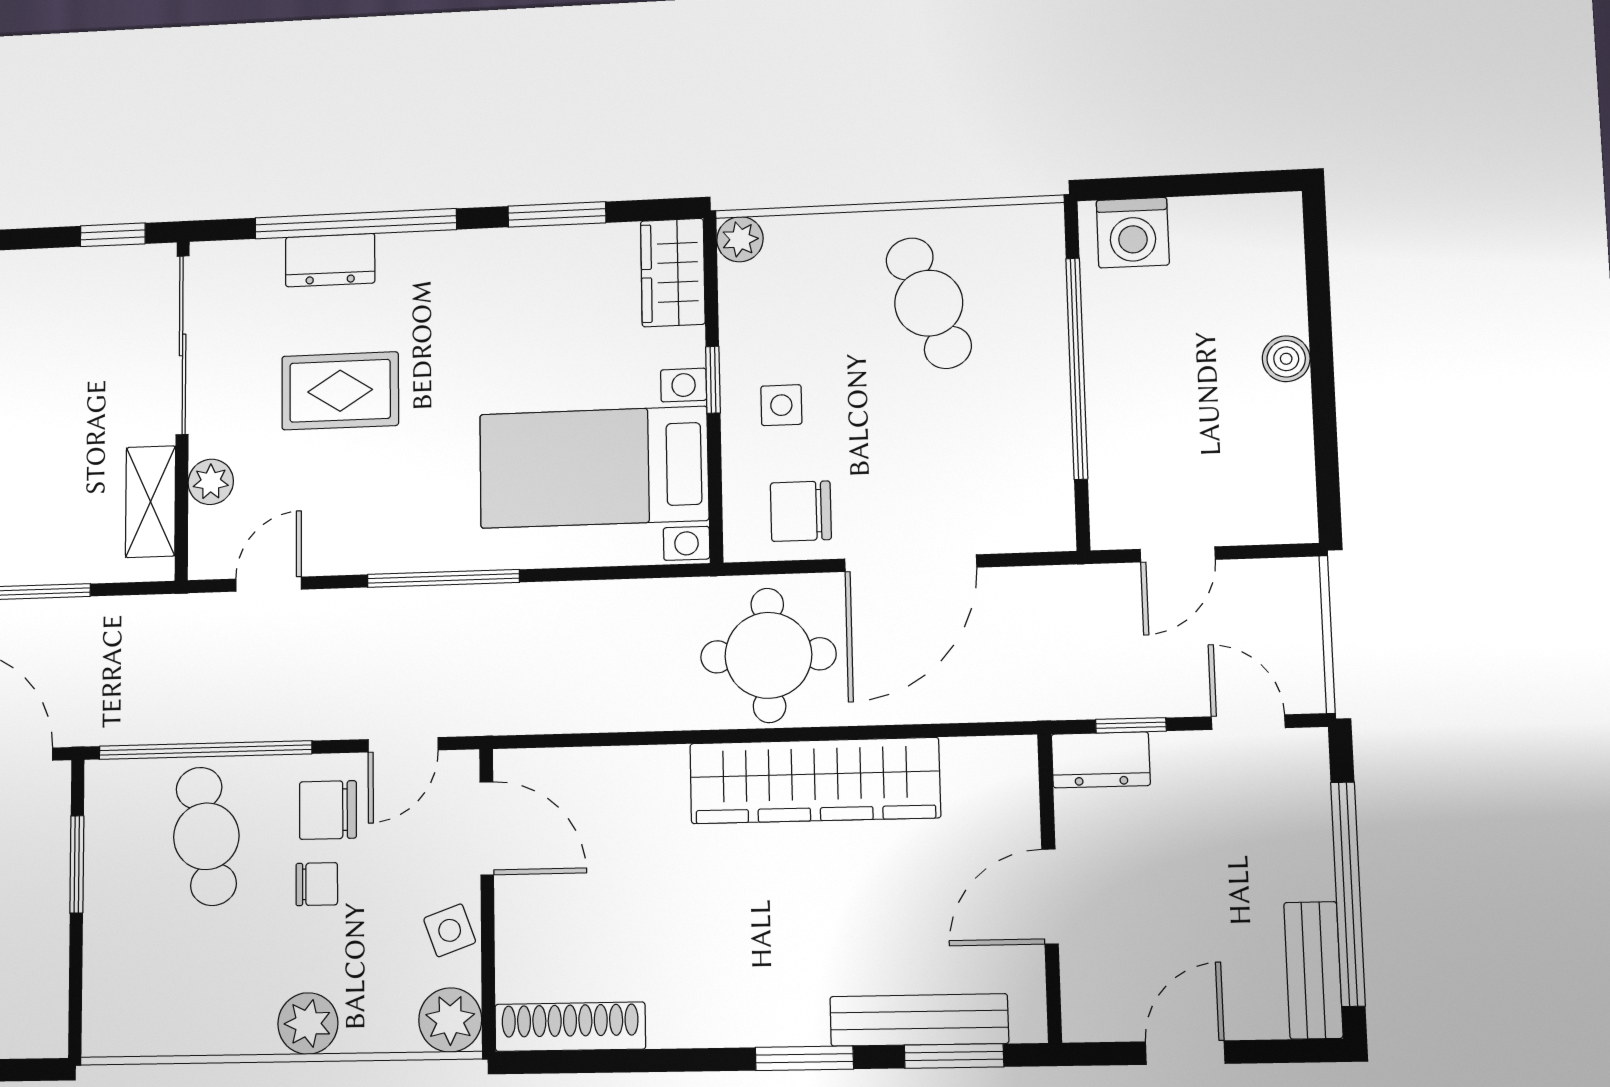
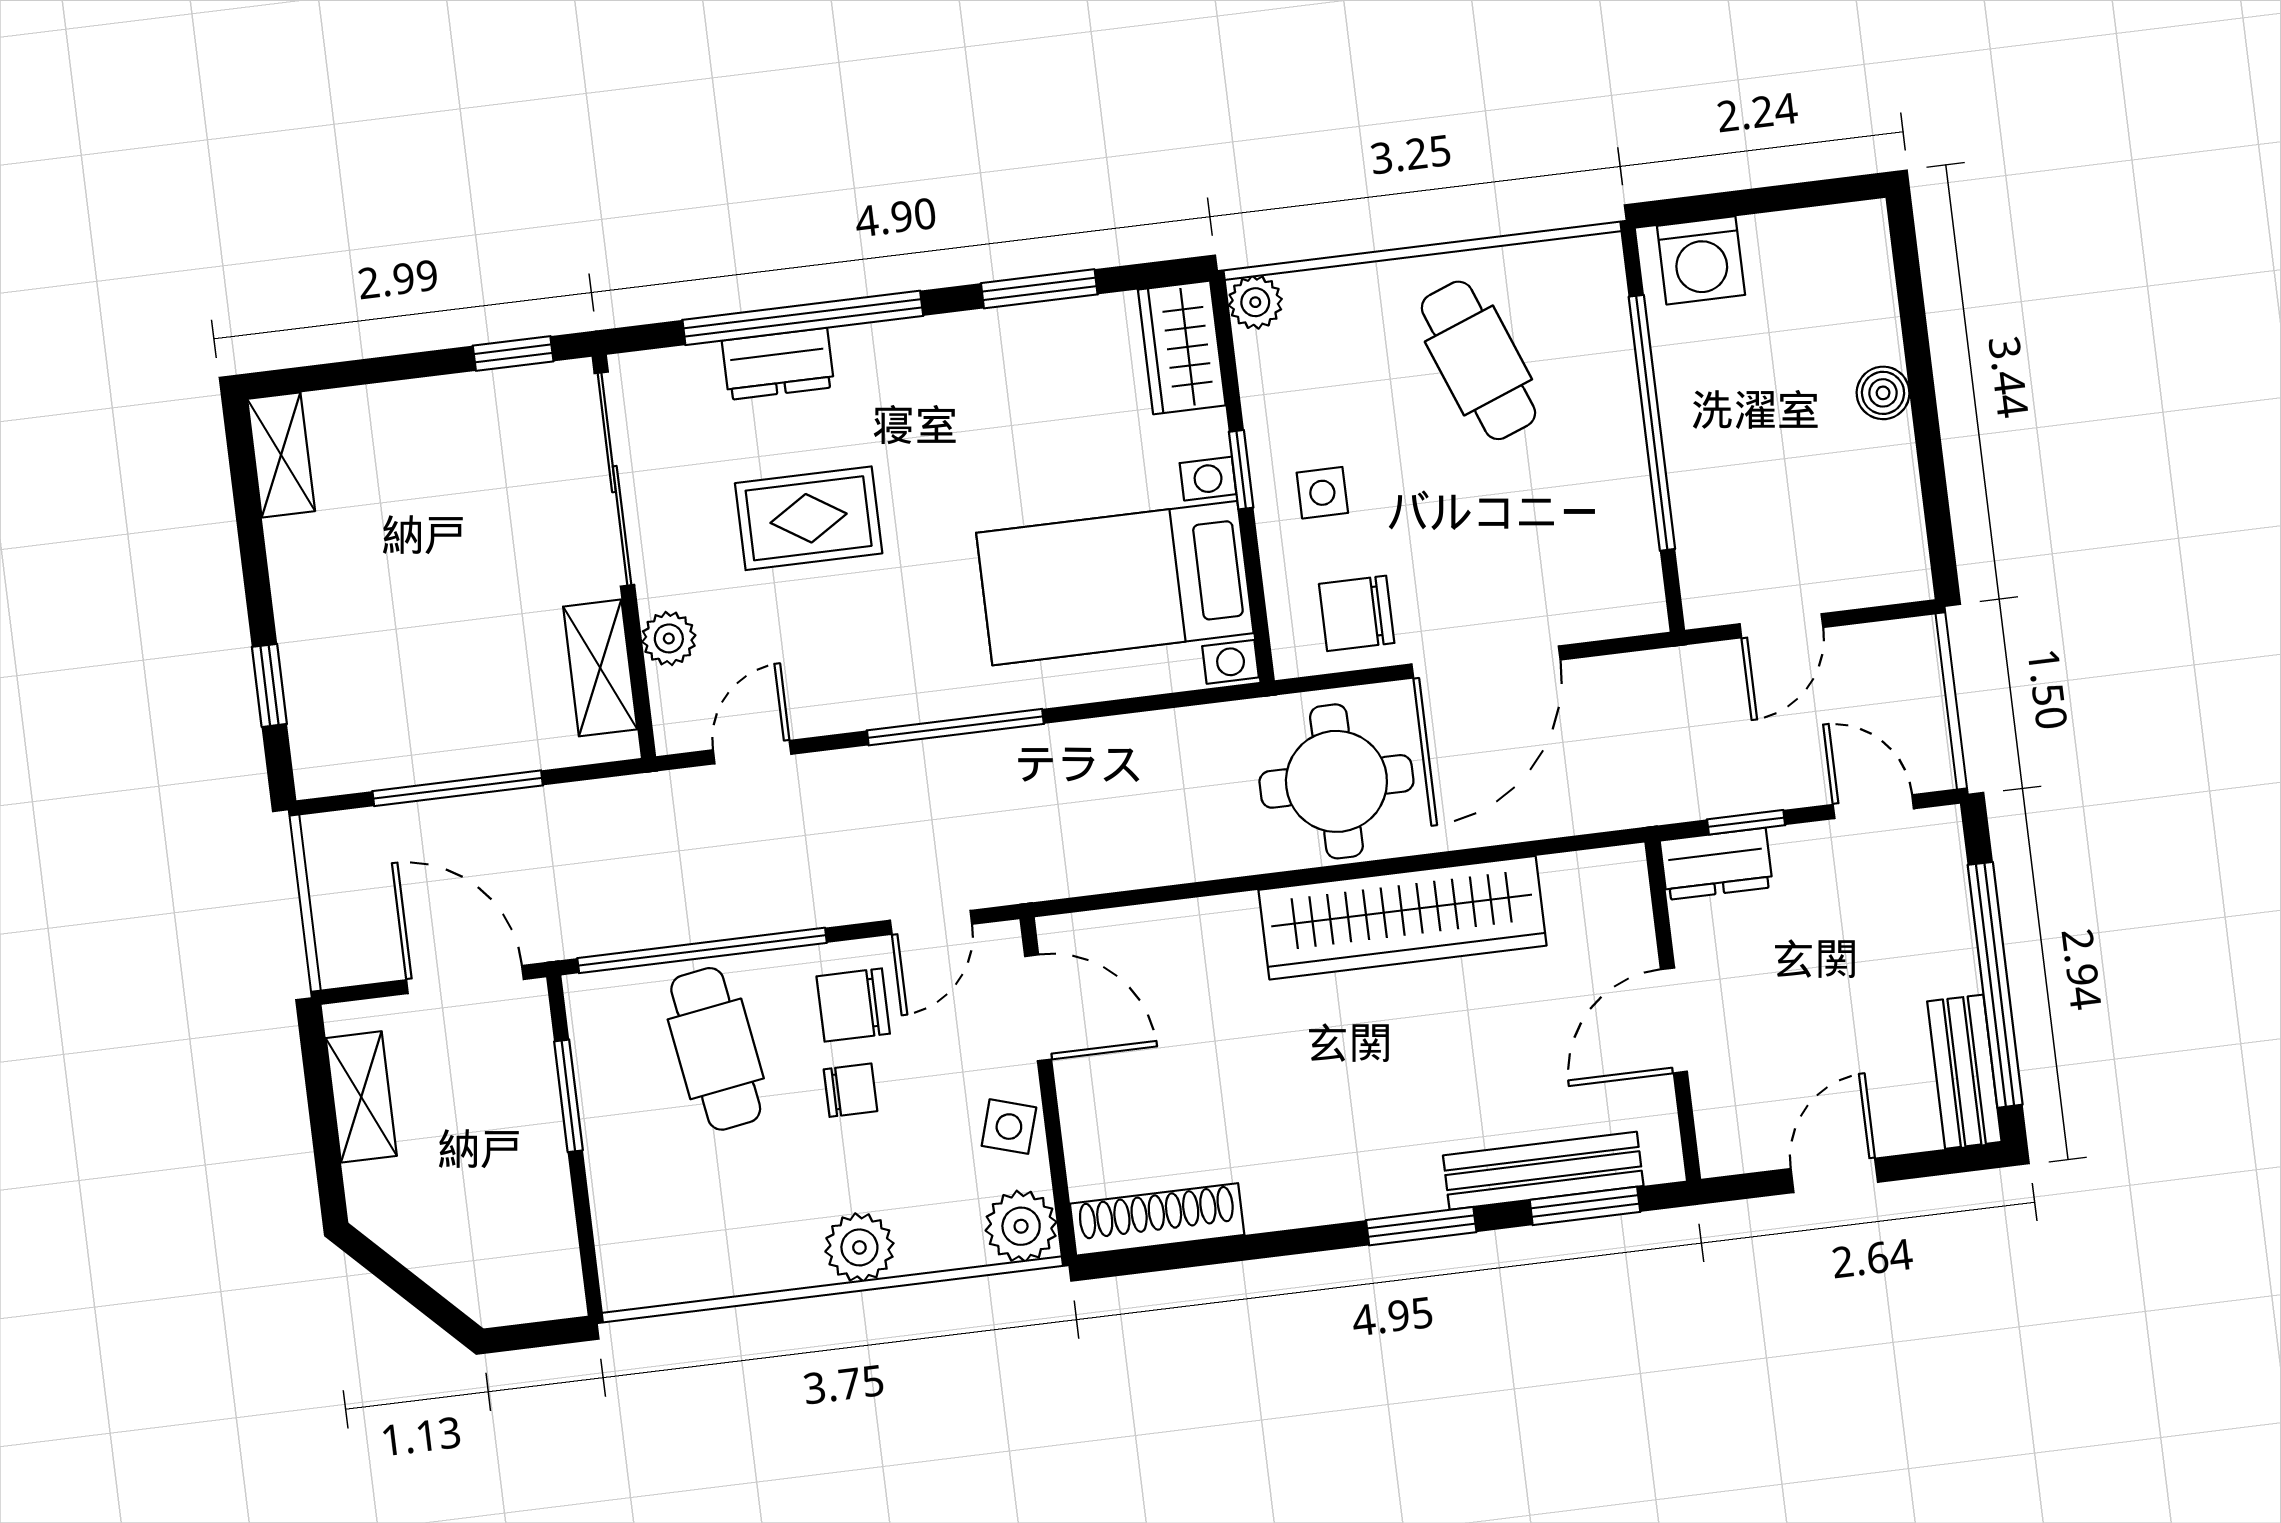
side table: (450, 930) -> (1009, 1127), turned 37

